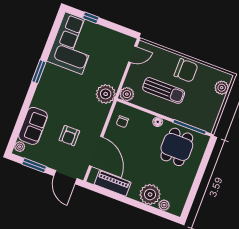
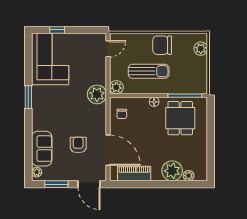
chair: (186, 70) -> (162, 45), turned 180
armchair: (69, 136) -> (78, 145), turned 180

